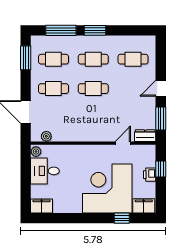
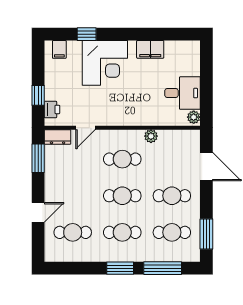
door: (161, 88) -> (38, 212), moved
cafe table: (93, 118) -> (122, 159), added
plant: (46, 136) -> (151, 136), moved
printer: (150, 175) -> (52, 109), moved
corner desk: (107, 189) -> (105, 63), width x0.74, depth x0.74
filing cabinet: (42, 206) -> (150, 49), moved
filing cabinet: (144, 206) -> (59, 49), width x0.50

